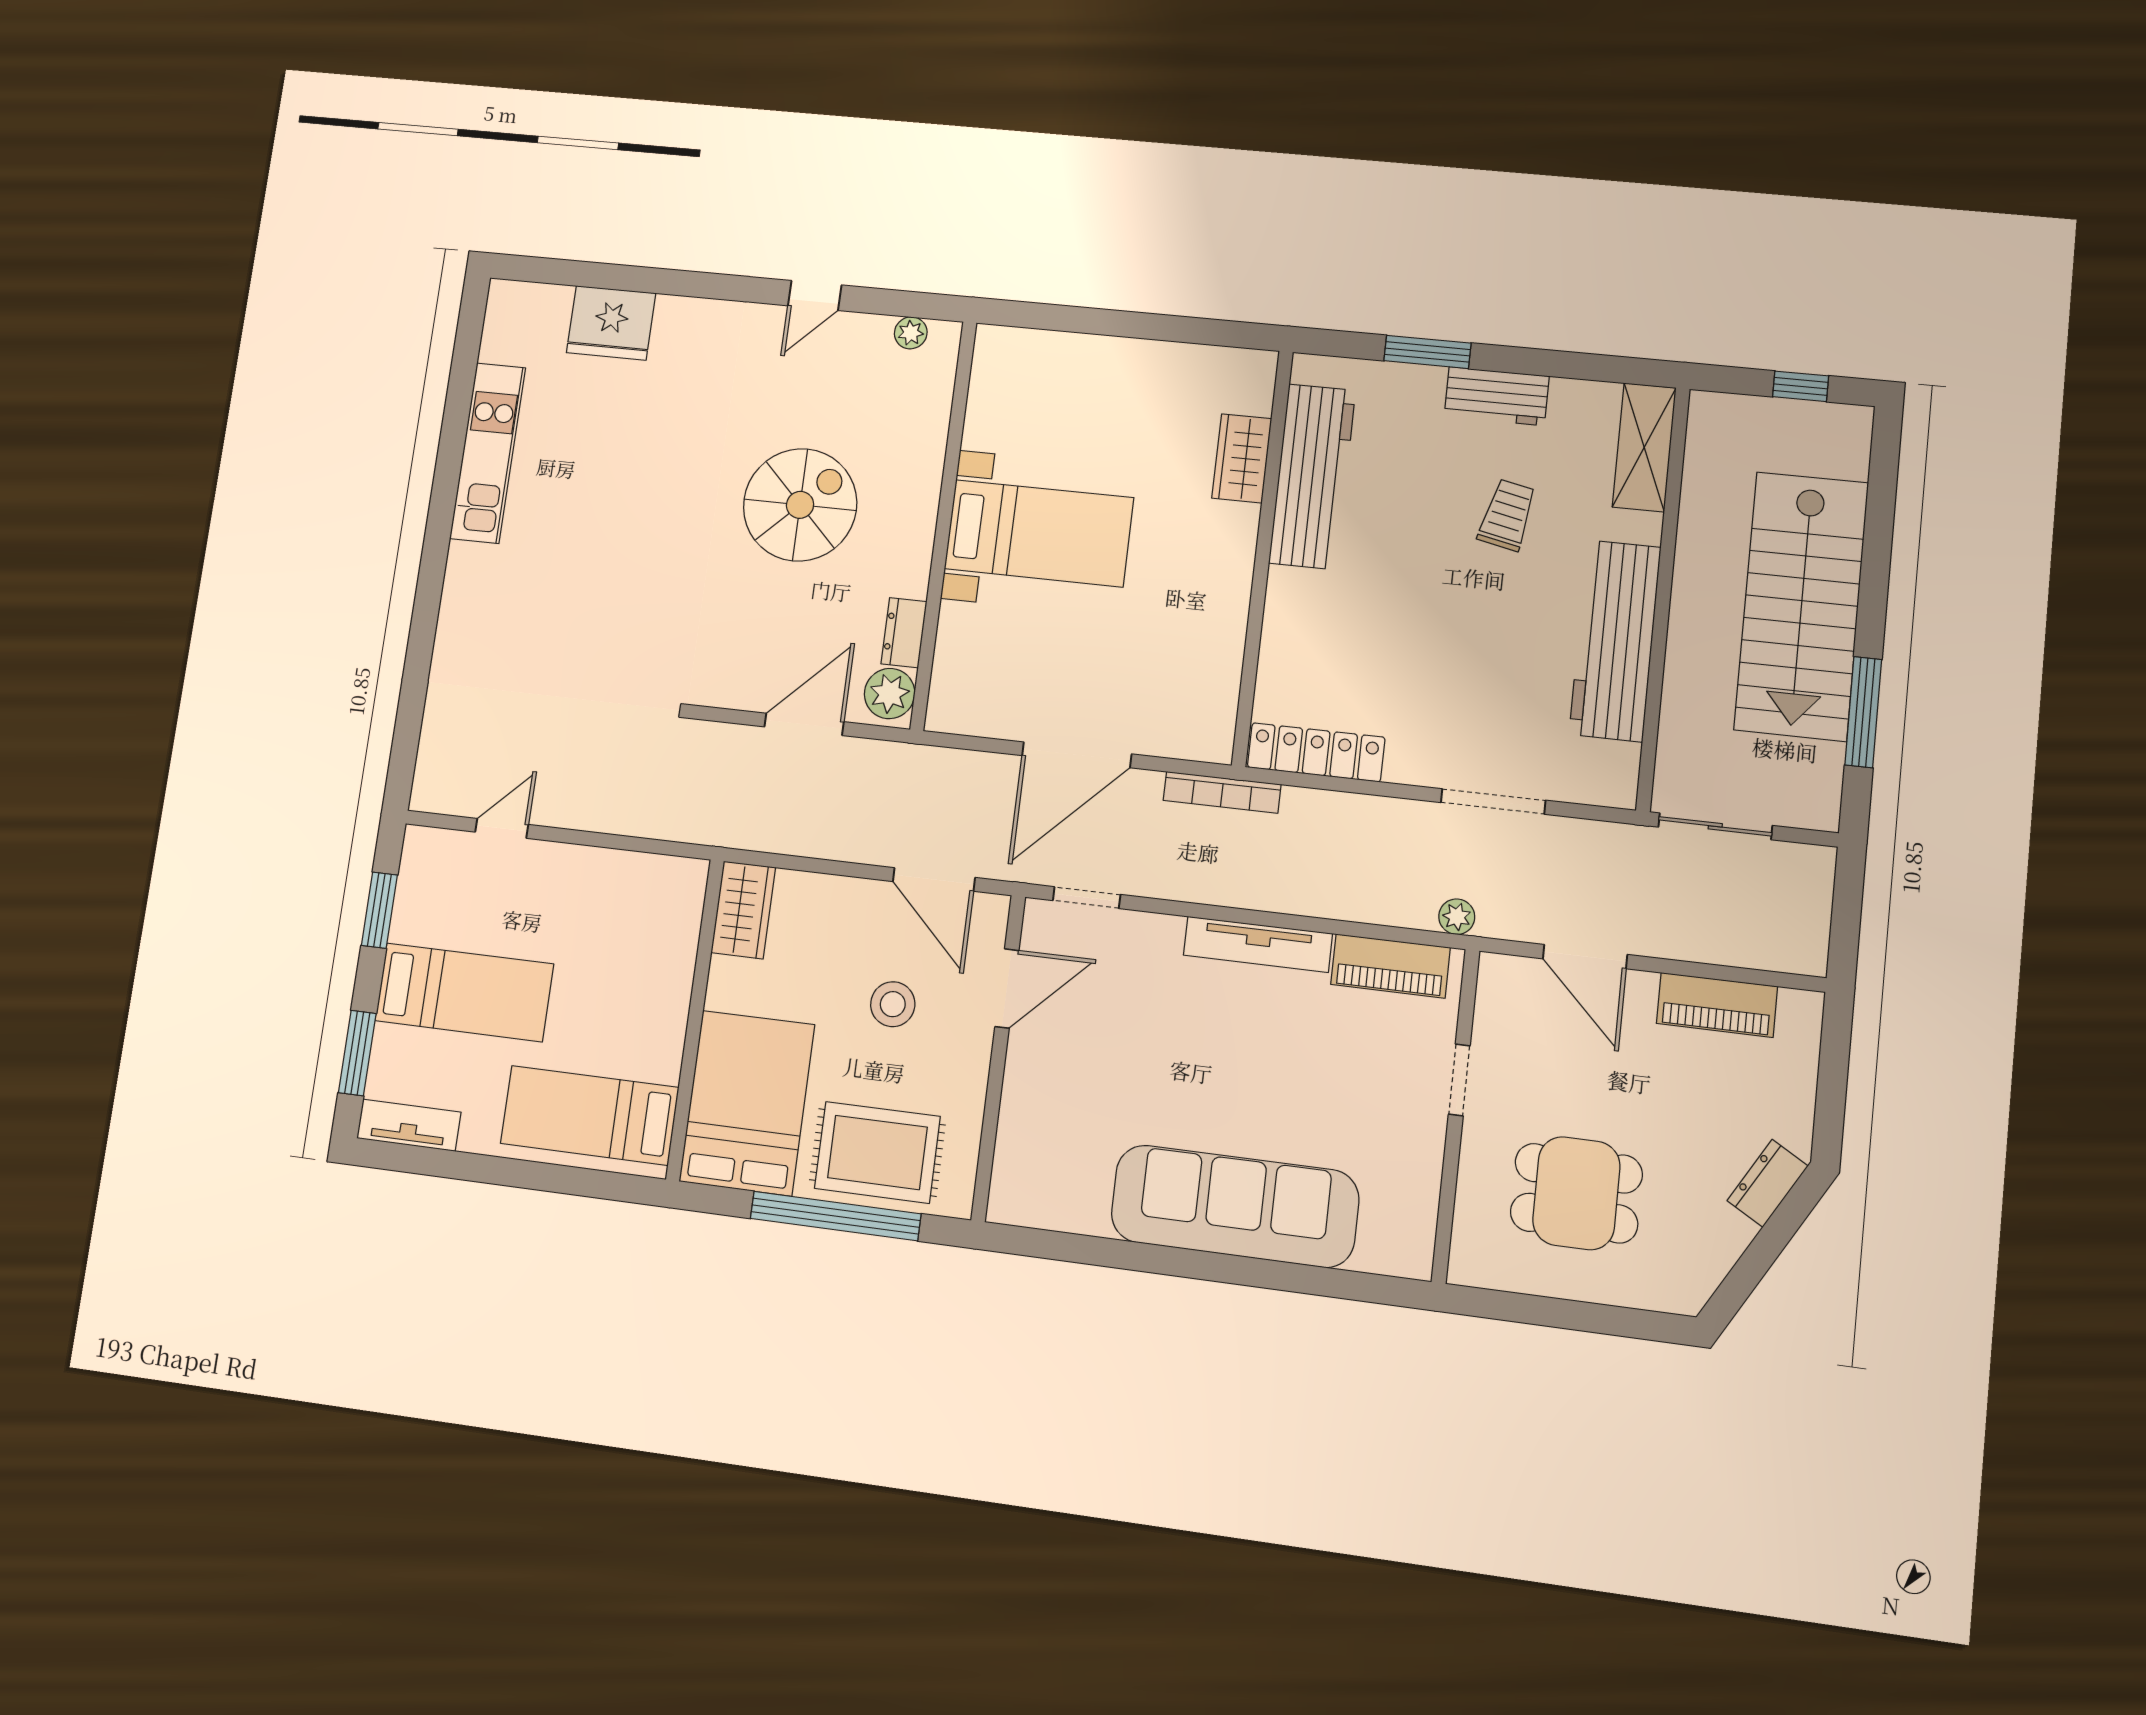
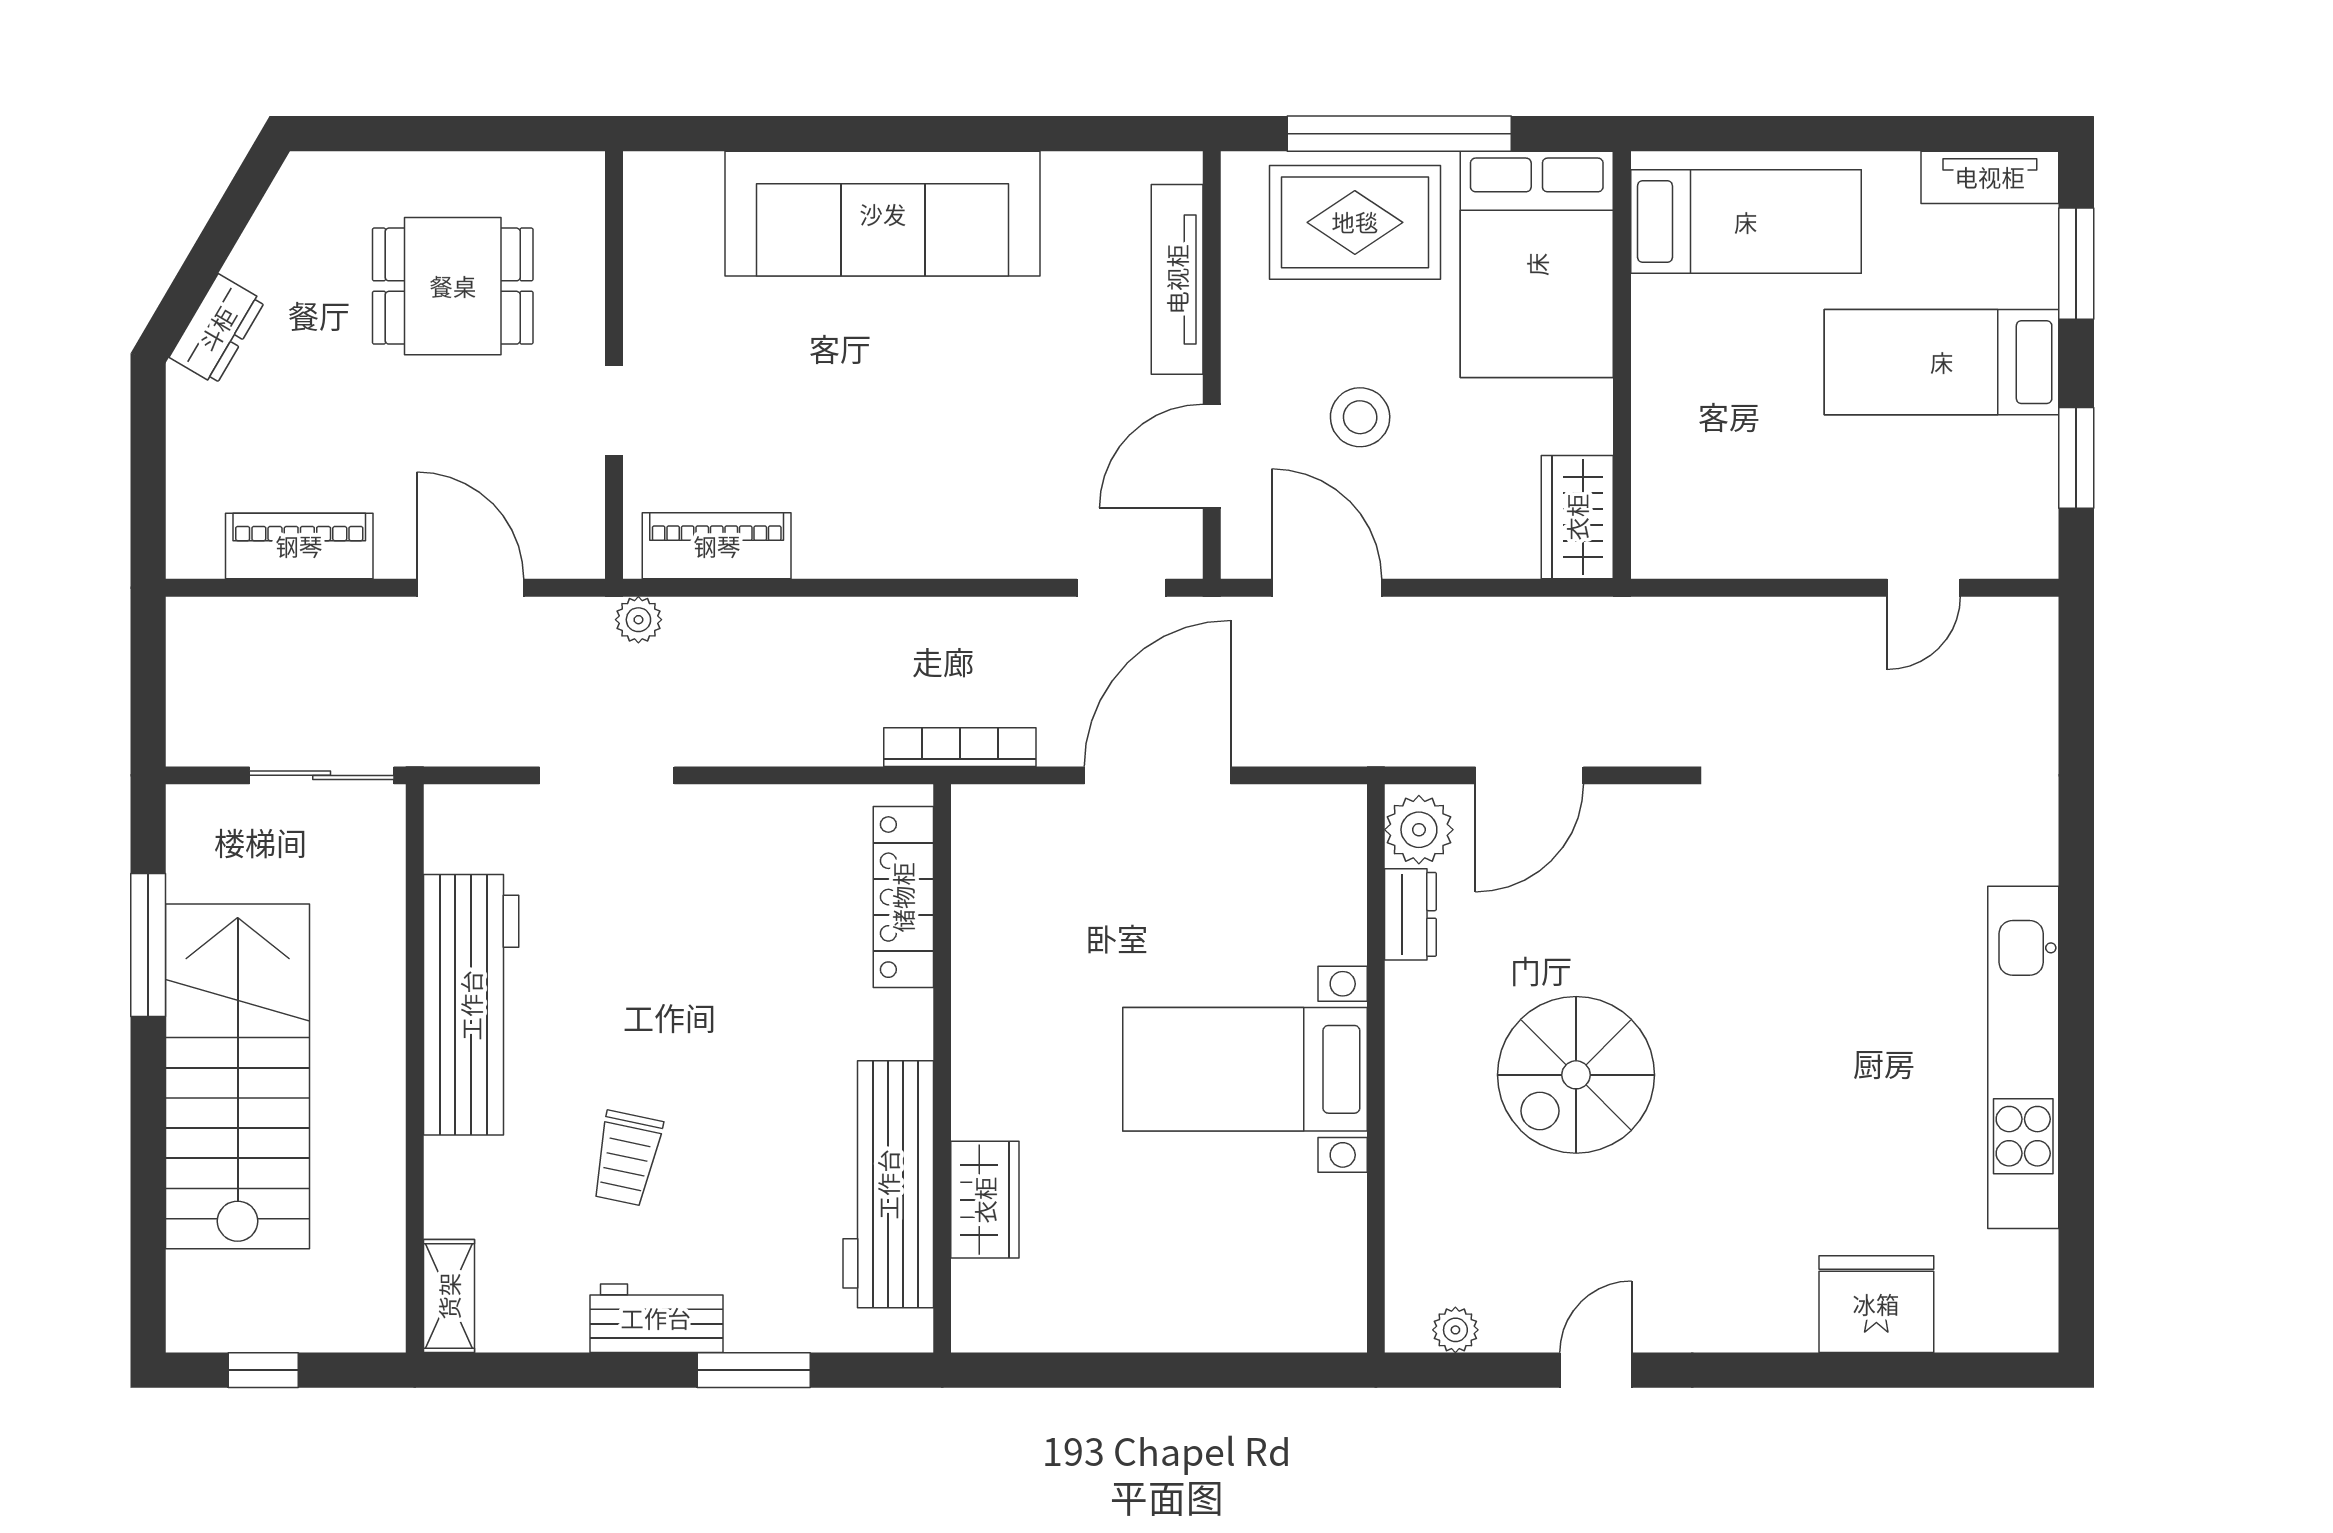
shelving: (1644, 447) -> (449, 1296), width x0.67, depth x0.75
kitchen unit: (488, 453) -> (2023, 1057), width x1.36
locker: (1316, 752) -> (903, 897), moved, turned 90
tv unit: (1258, 944) -> (1177, 279), moved, turned -90

